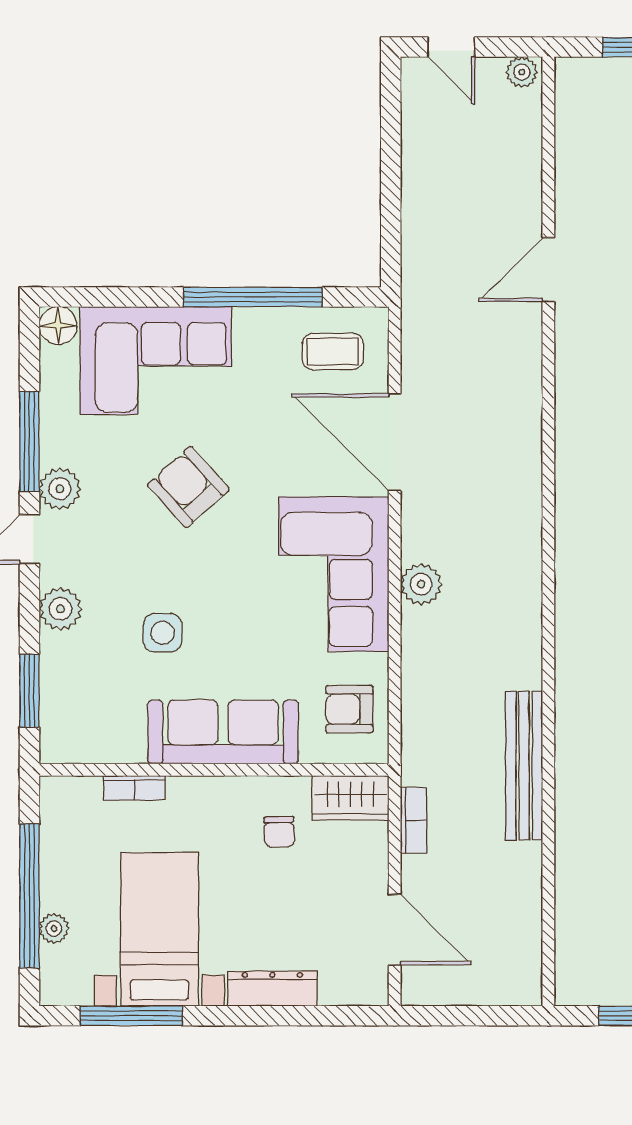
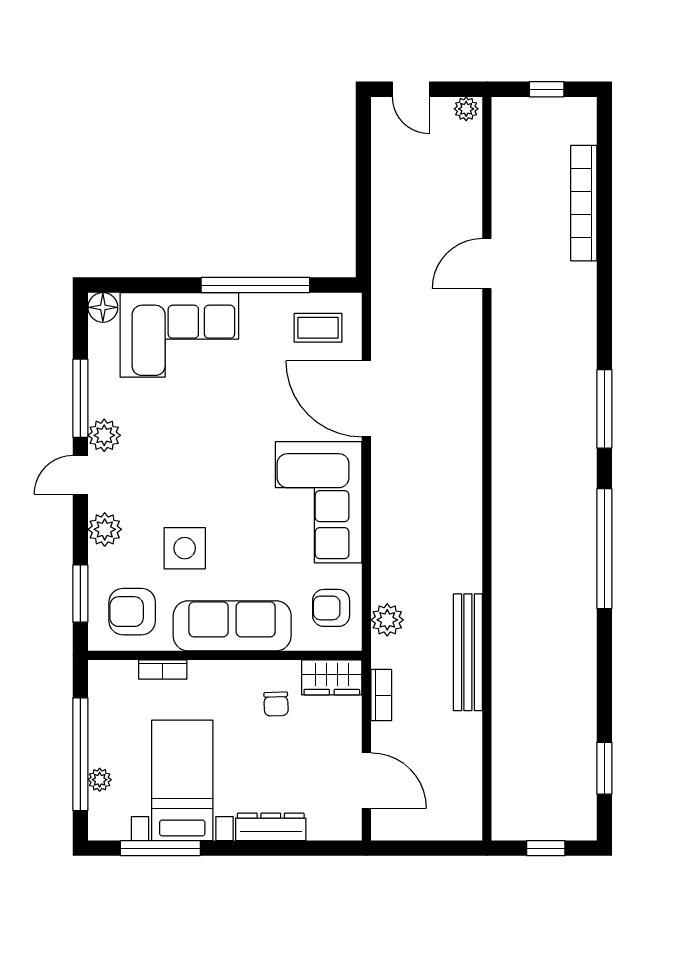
armchair: (188, 487) -> (132, 612), moved, turned -48
plant: (421, 584) -> (387, 620), moved
side table: (162, 633) -> (185, 548), width x1.37, depth x1.37

